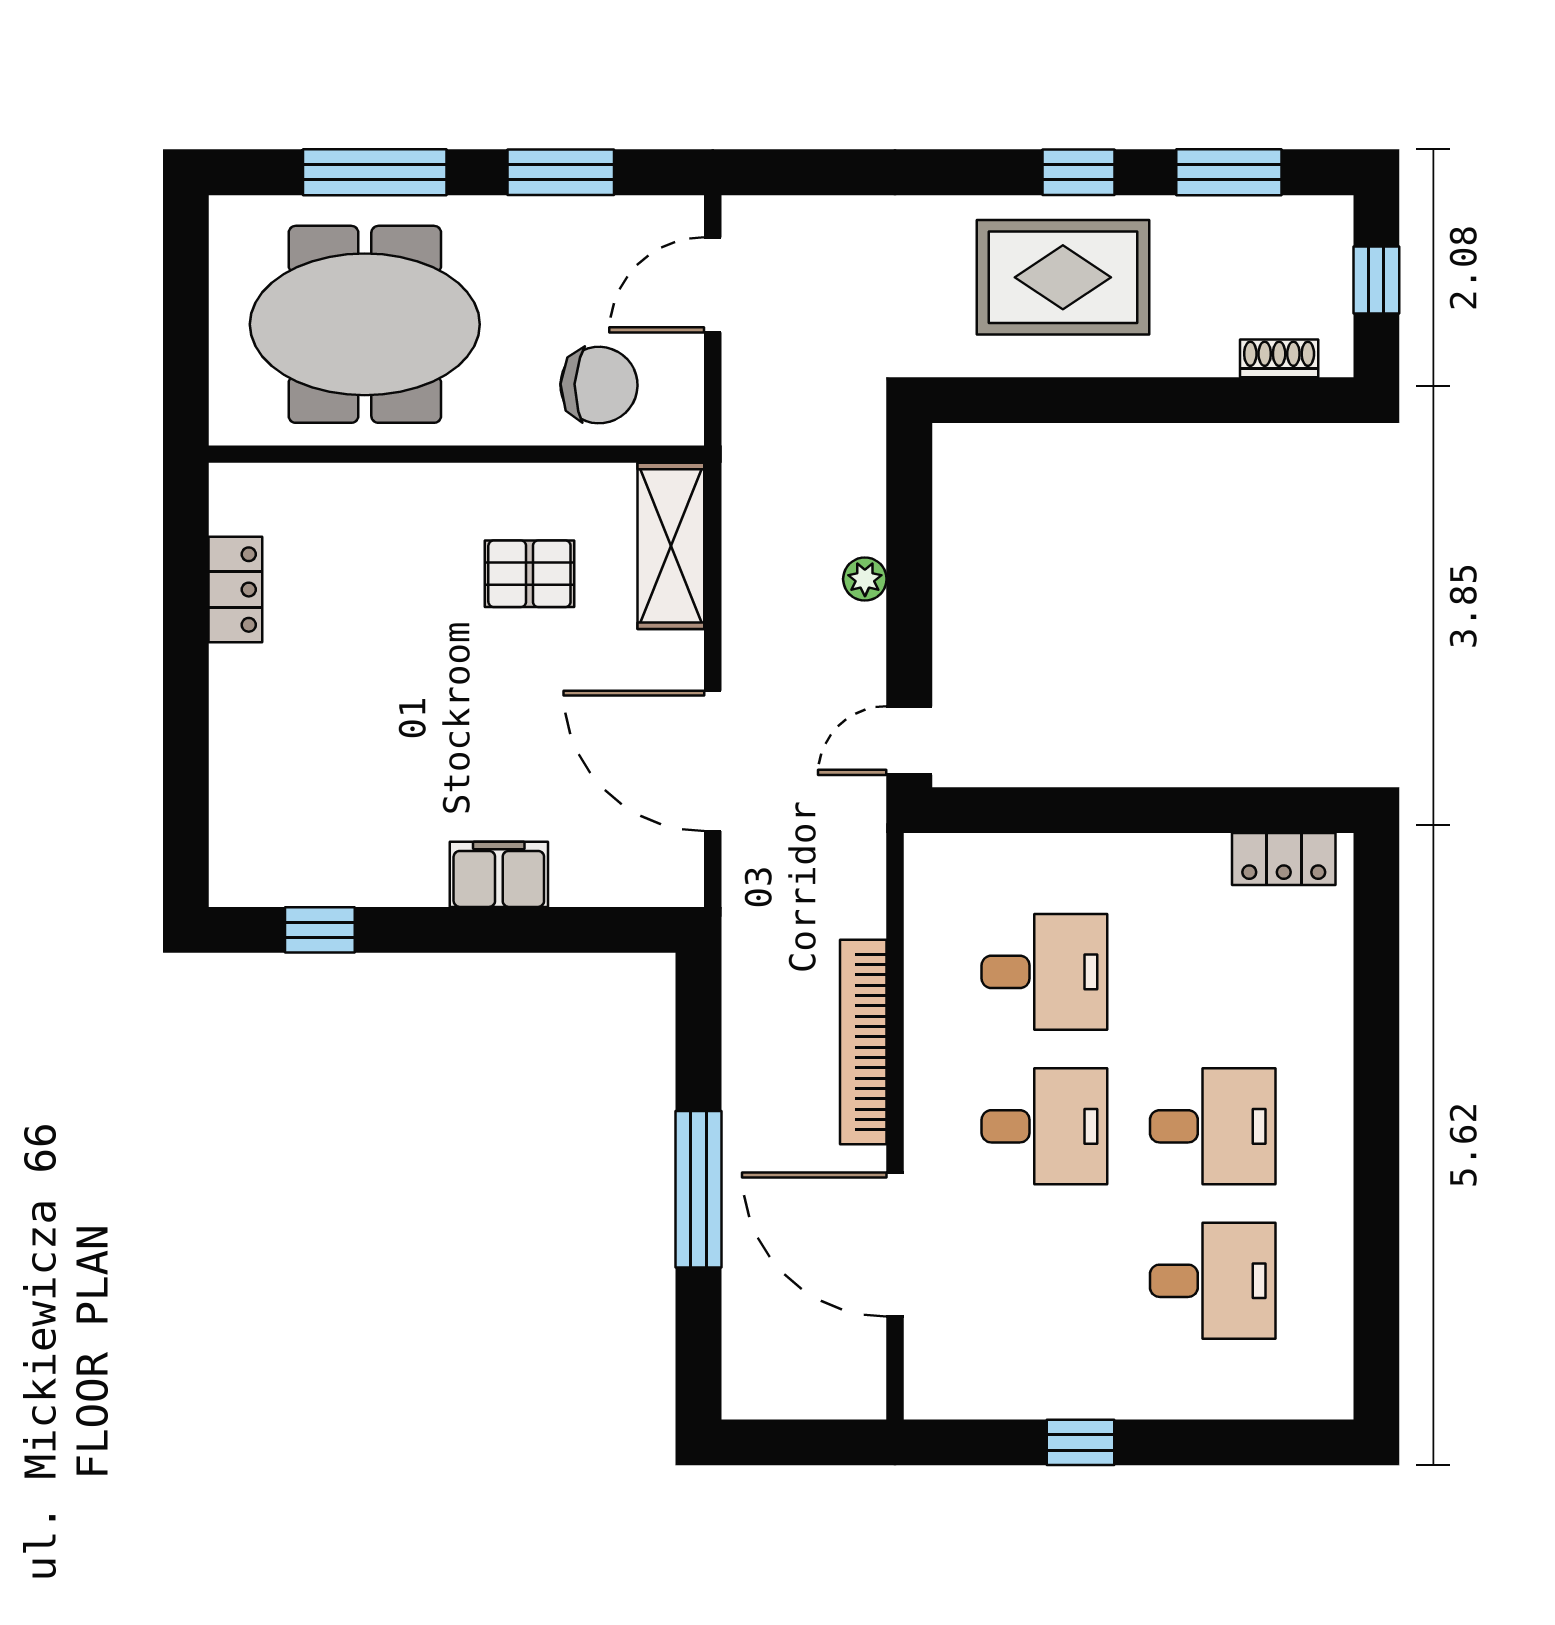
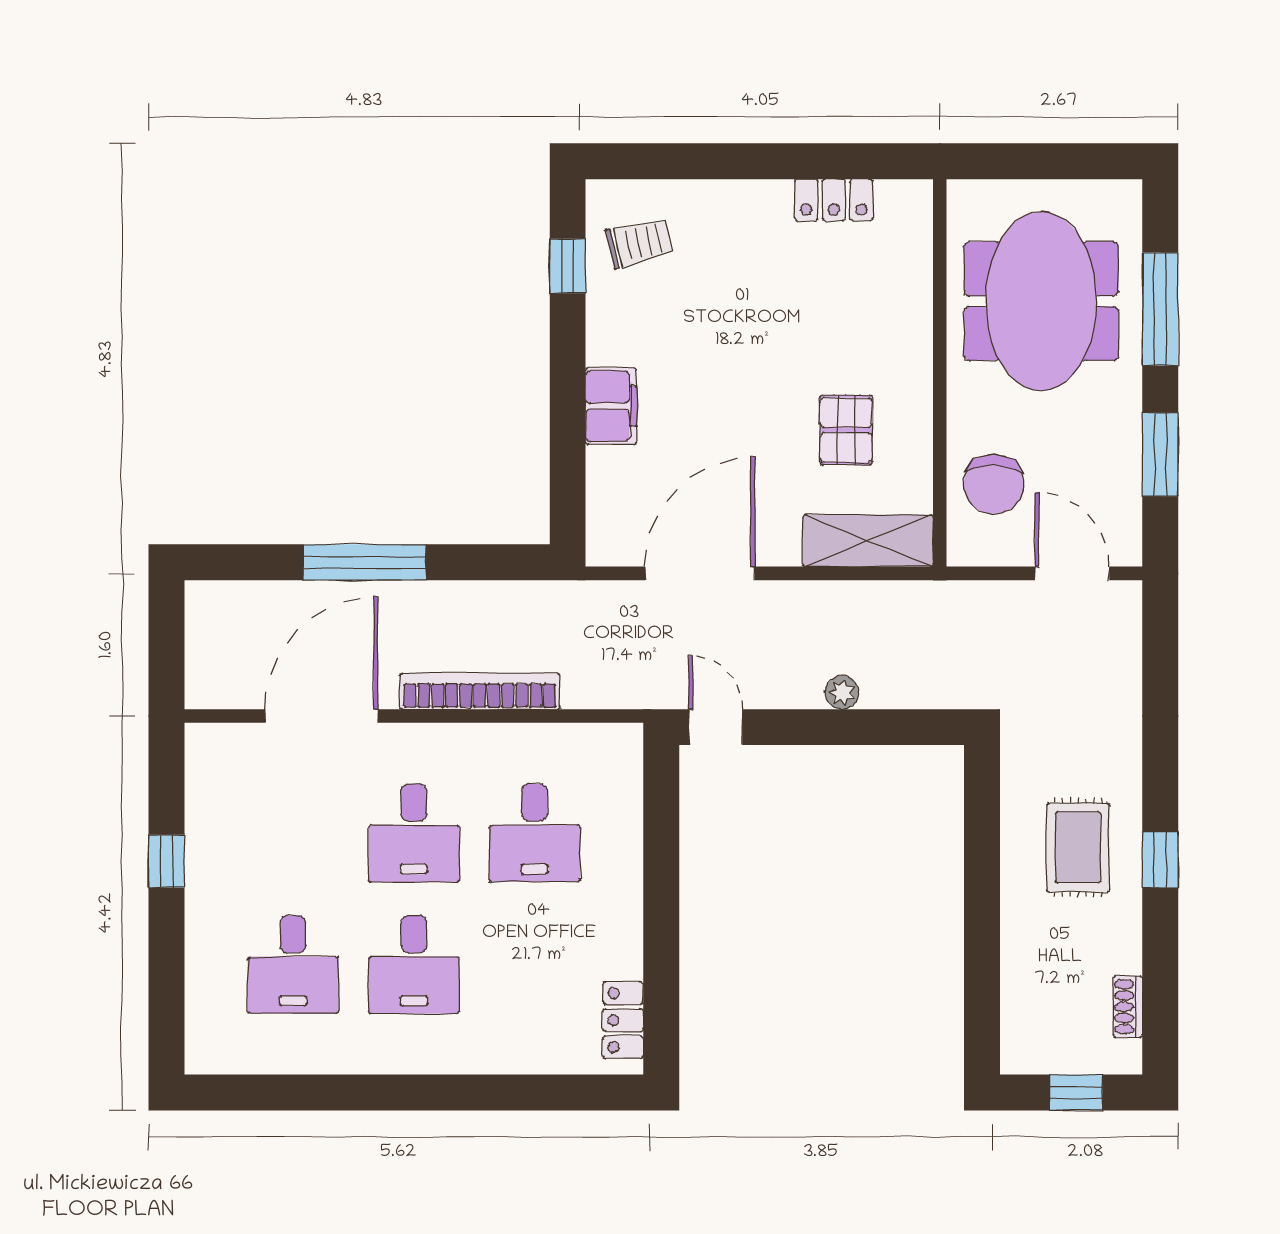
window: (1229, 172) -> (1160, 977), removed
rug: (1063, 277) -> (1078, 847), width x0.73, depth x0.70
shoe rack: (1279, 358) -> (1128, 1007), moved, turned 180
trolley: (290, 838) -> (639, 243), added

